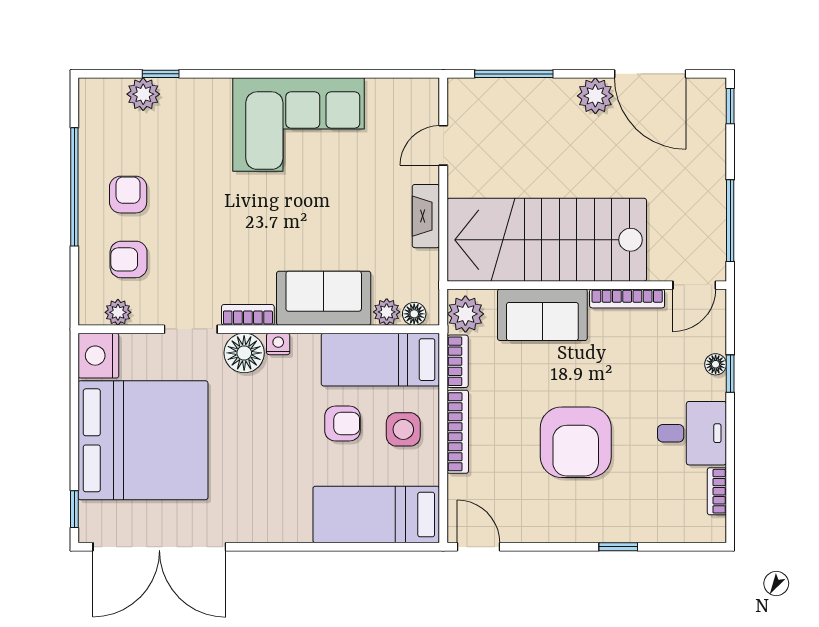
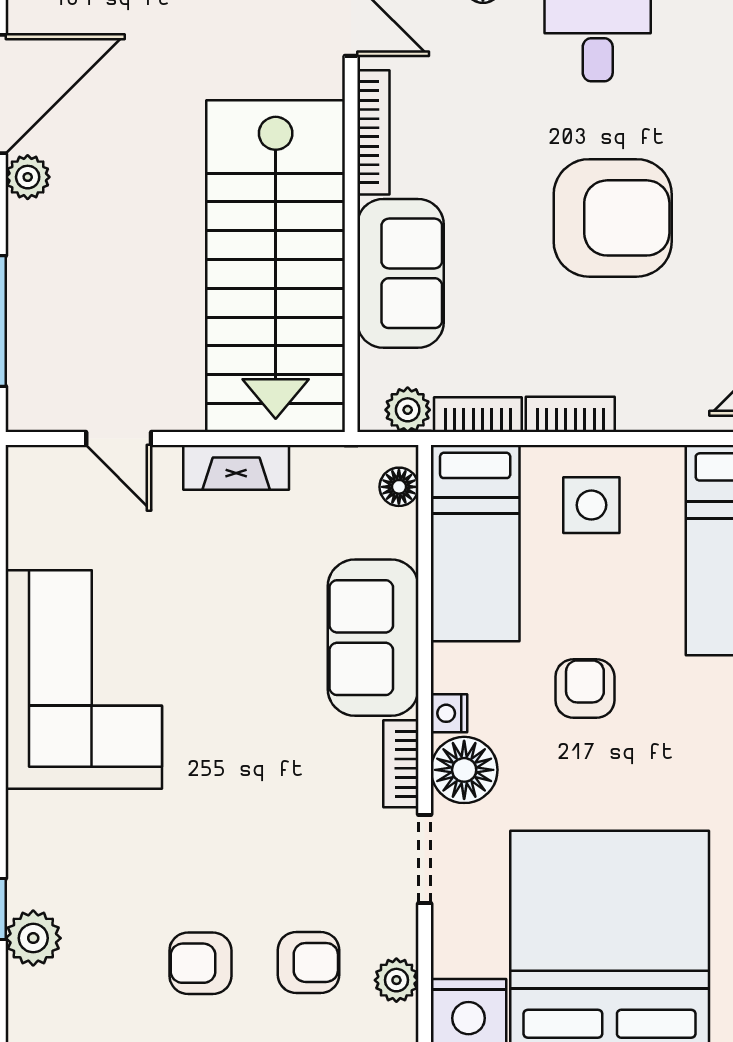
plant: (595, 96) -> (28, 177), width x0.73, depth x0.73
armchair: (129, 259) -> (308, 962), turned -90
plant: (387, 312) -> (396, 533), removed
plant: (465, 314) -> (408, 410), width x0.73, depth x0.73
armchair: (342, 424) -> (585, 689), moved
bookcase: (458, 432) -> (570, 414), width x0.64

